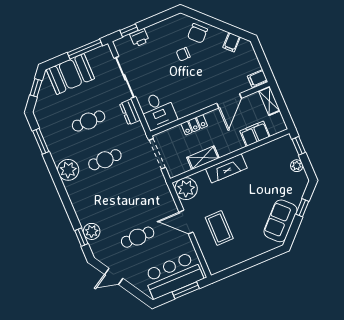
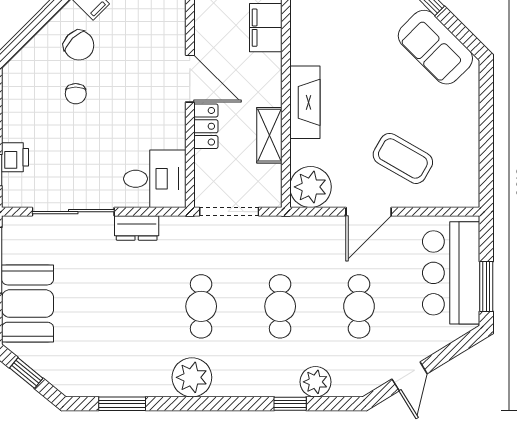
chair: (197, 33) -> (79, 45), moved
door: (229, 101) -> (190, 79), moved
cafe table: (89, 121) -> (280, 306), moved
coffee table: (219, 228) -> (403, 158), turned 30
window: (81, 237) -> (290, 404), moved
window: (186, 290) -> (486, 287), moved

